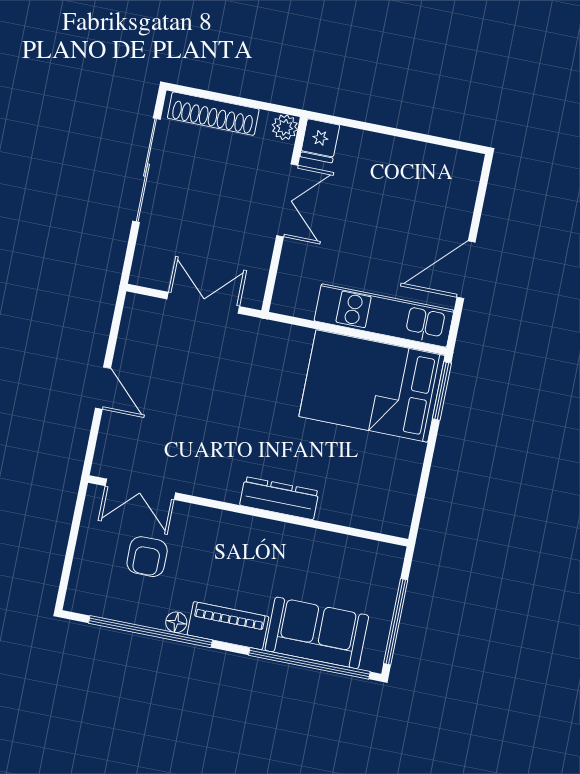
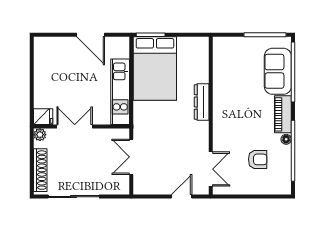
kitchen unit: (384, 316) -> (120, 92), moved
double door: (140, 489) -> (211, 169), moved
dresser: (279, 498) -> (202, 102), moved
wall: (248, 511) -> (211, 116), moved

